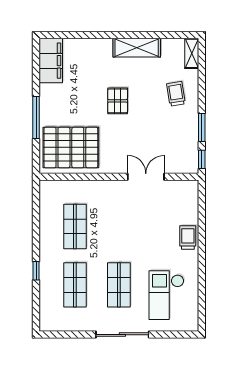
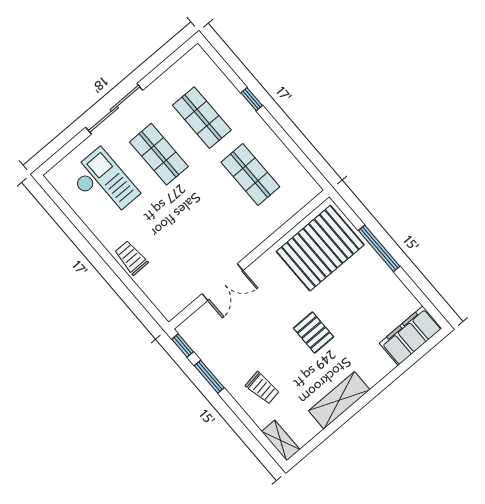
filing cabinet: (51, 61) -> (411, 336), moved, turned 90
trolley: (188, 238) -> (131, 258), turned 180

